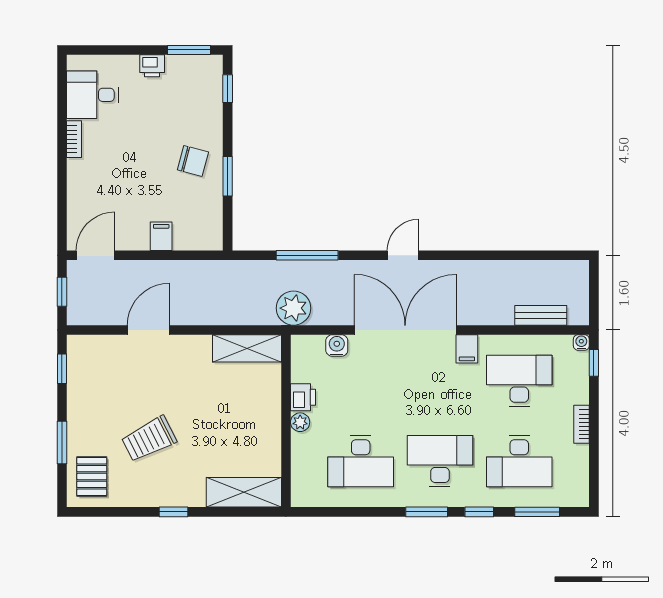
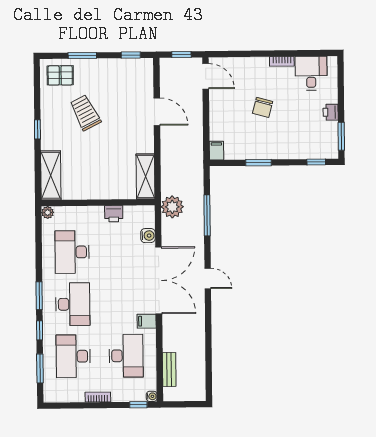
chair: (193, 161) -> (263, 107), moved
filing cabinet: (161, 236) -> (217, 151), moved, turned -90
plant: (300, 422) -> (48, 212), moved

